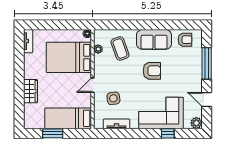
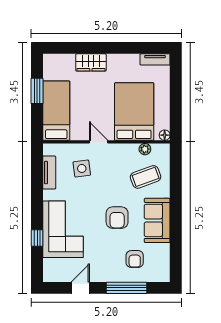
armchair: (185, 40) -> (135, 259), moved
plant: (196, 123) -> (50, 275), removed

